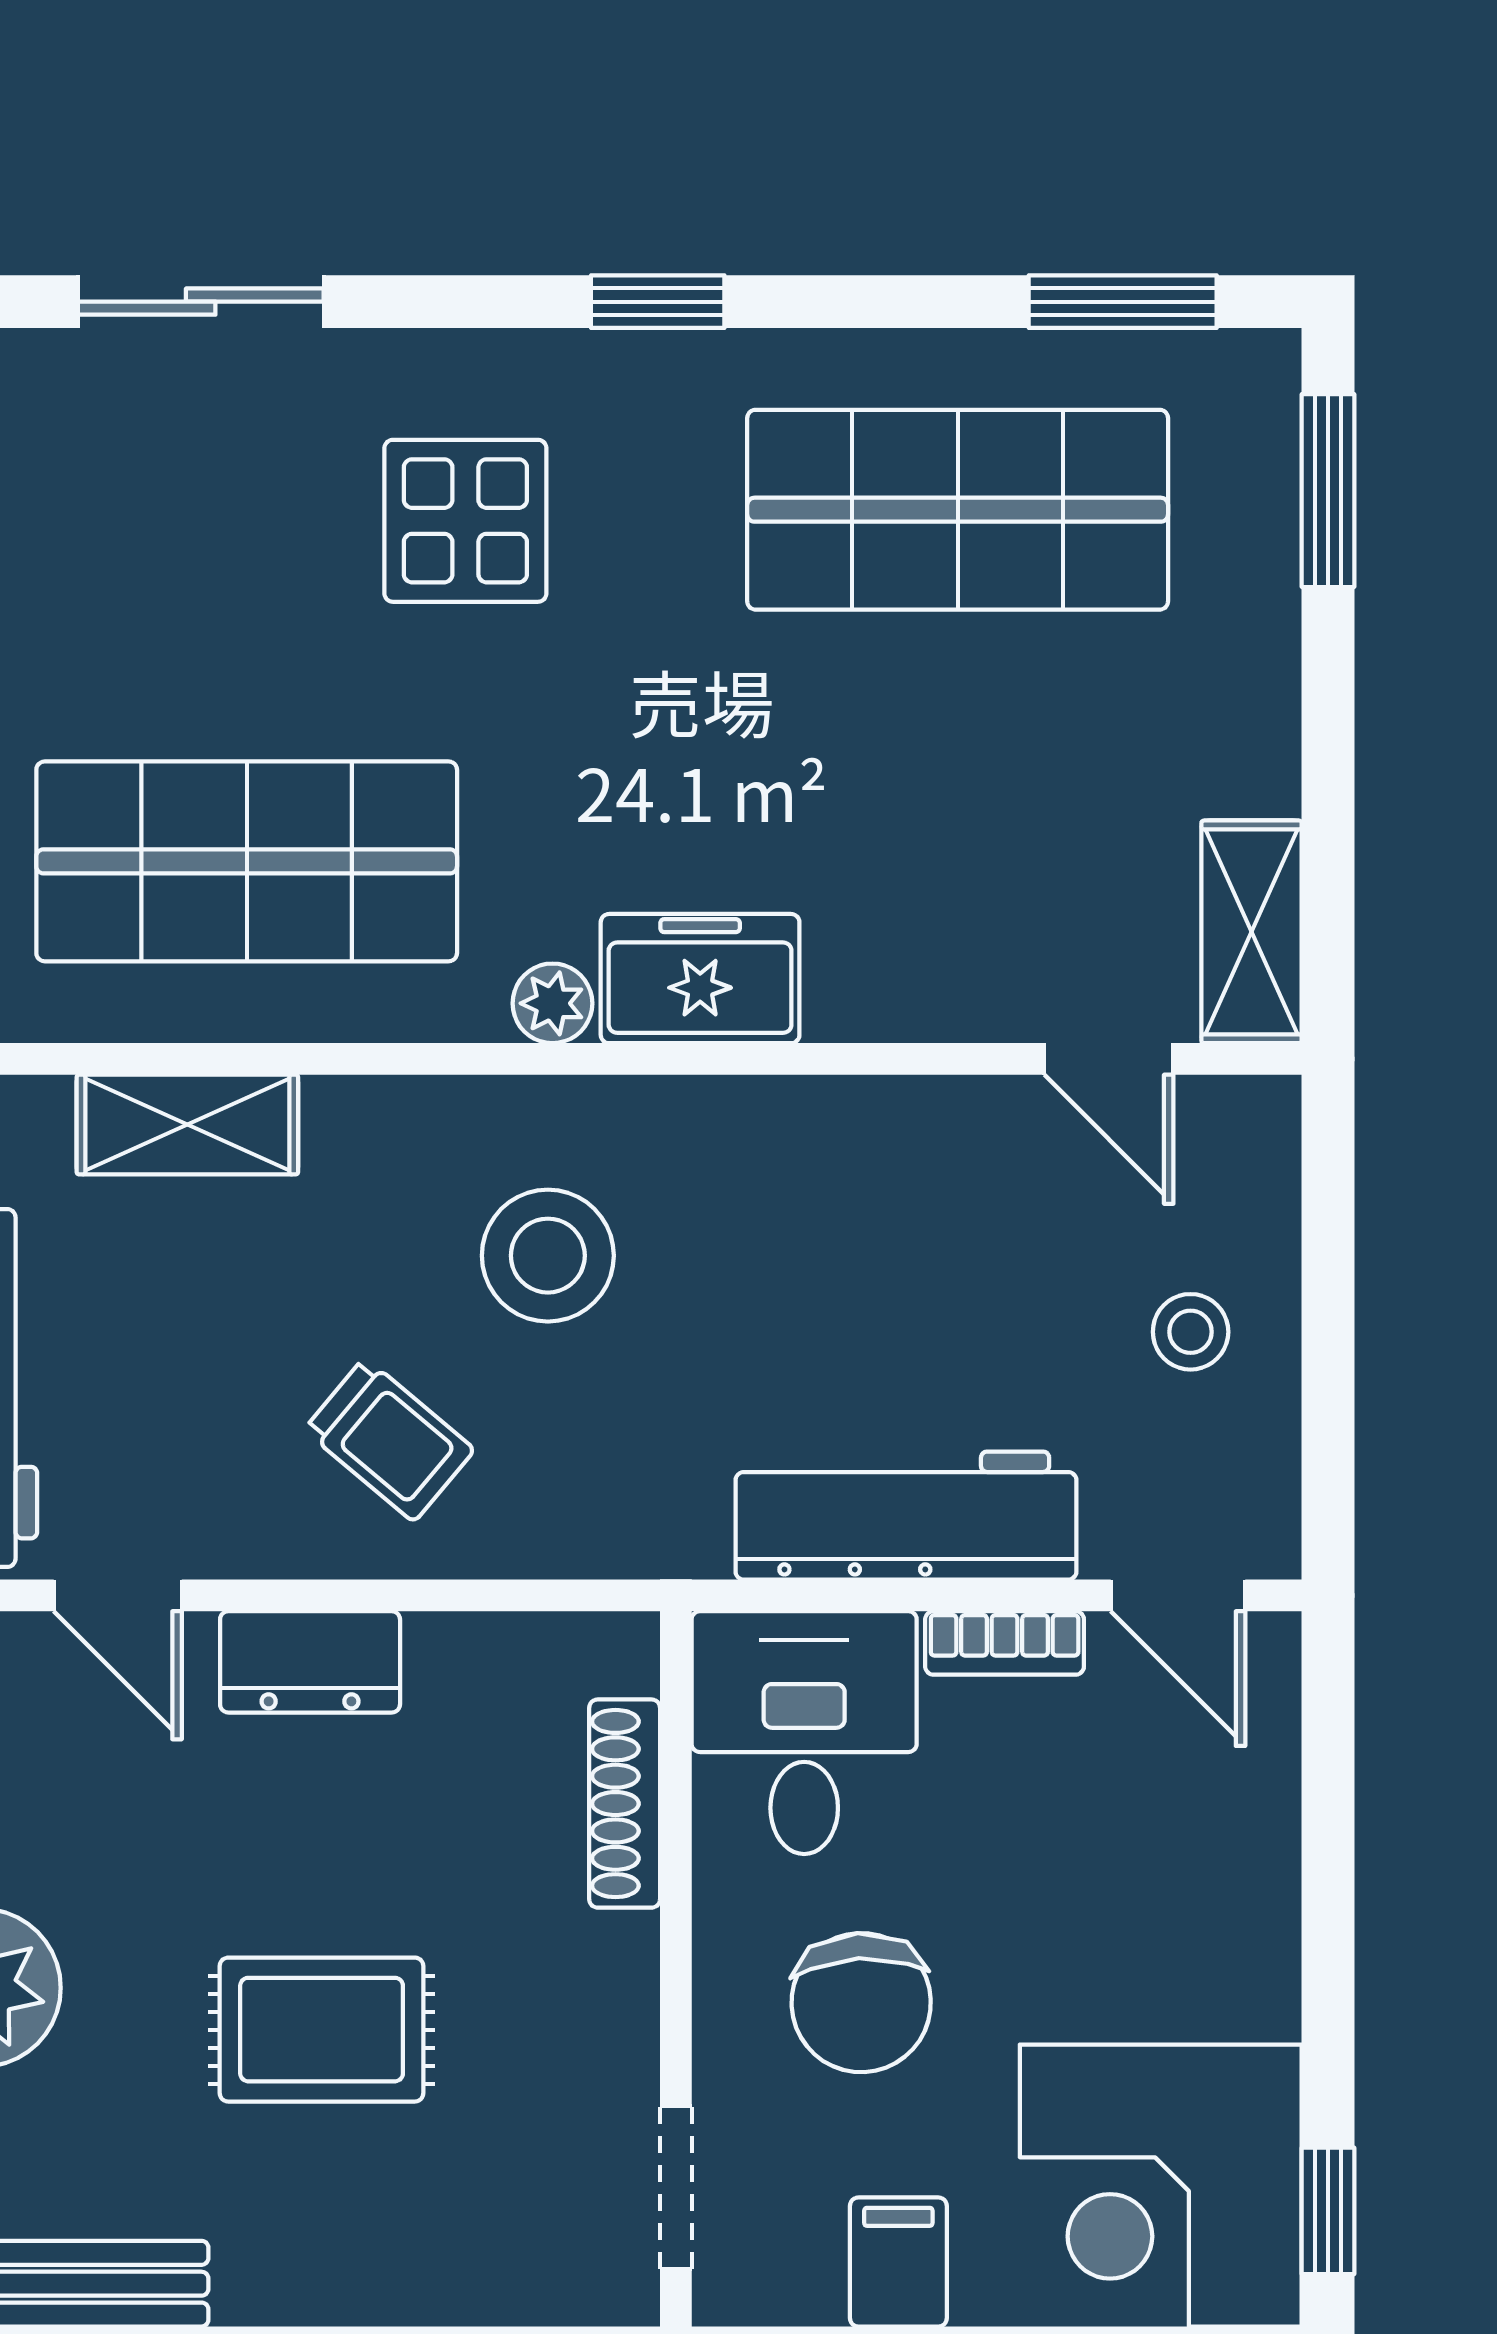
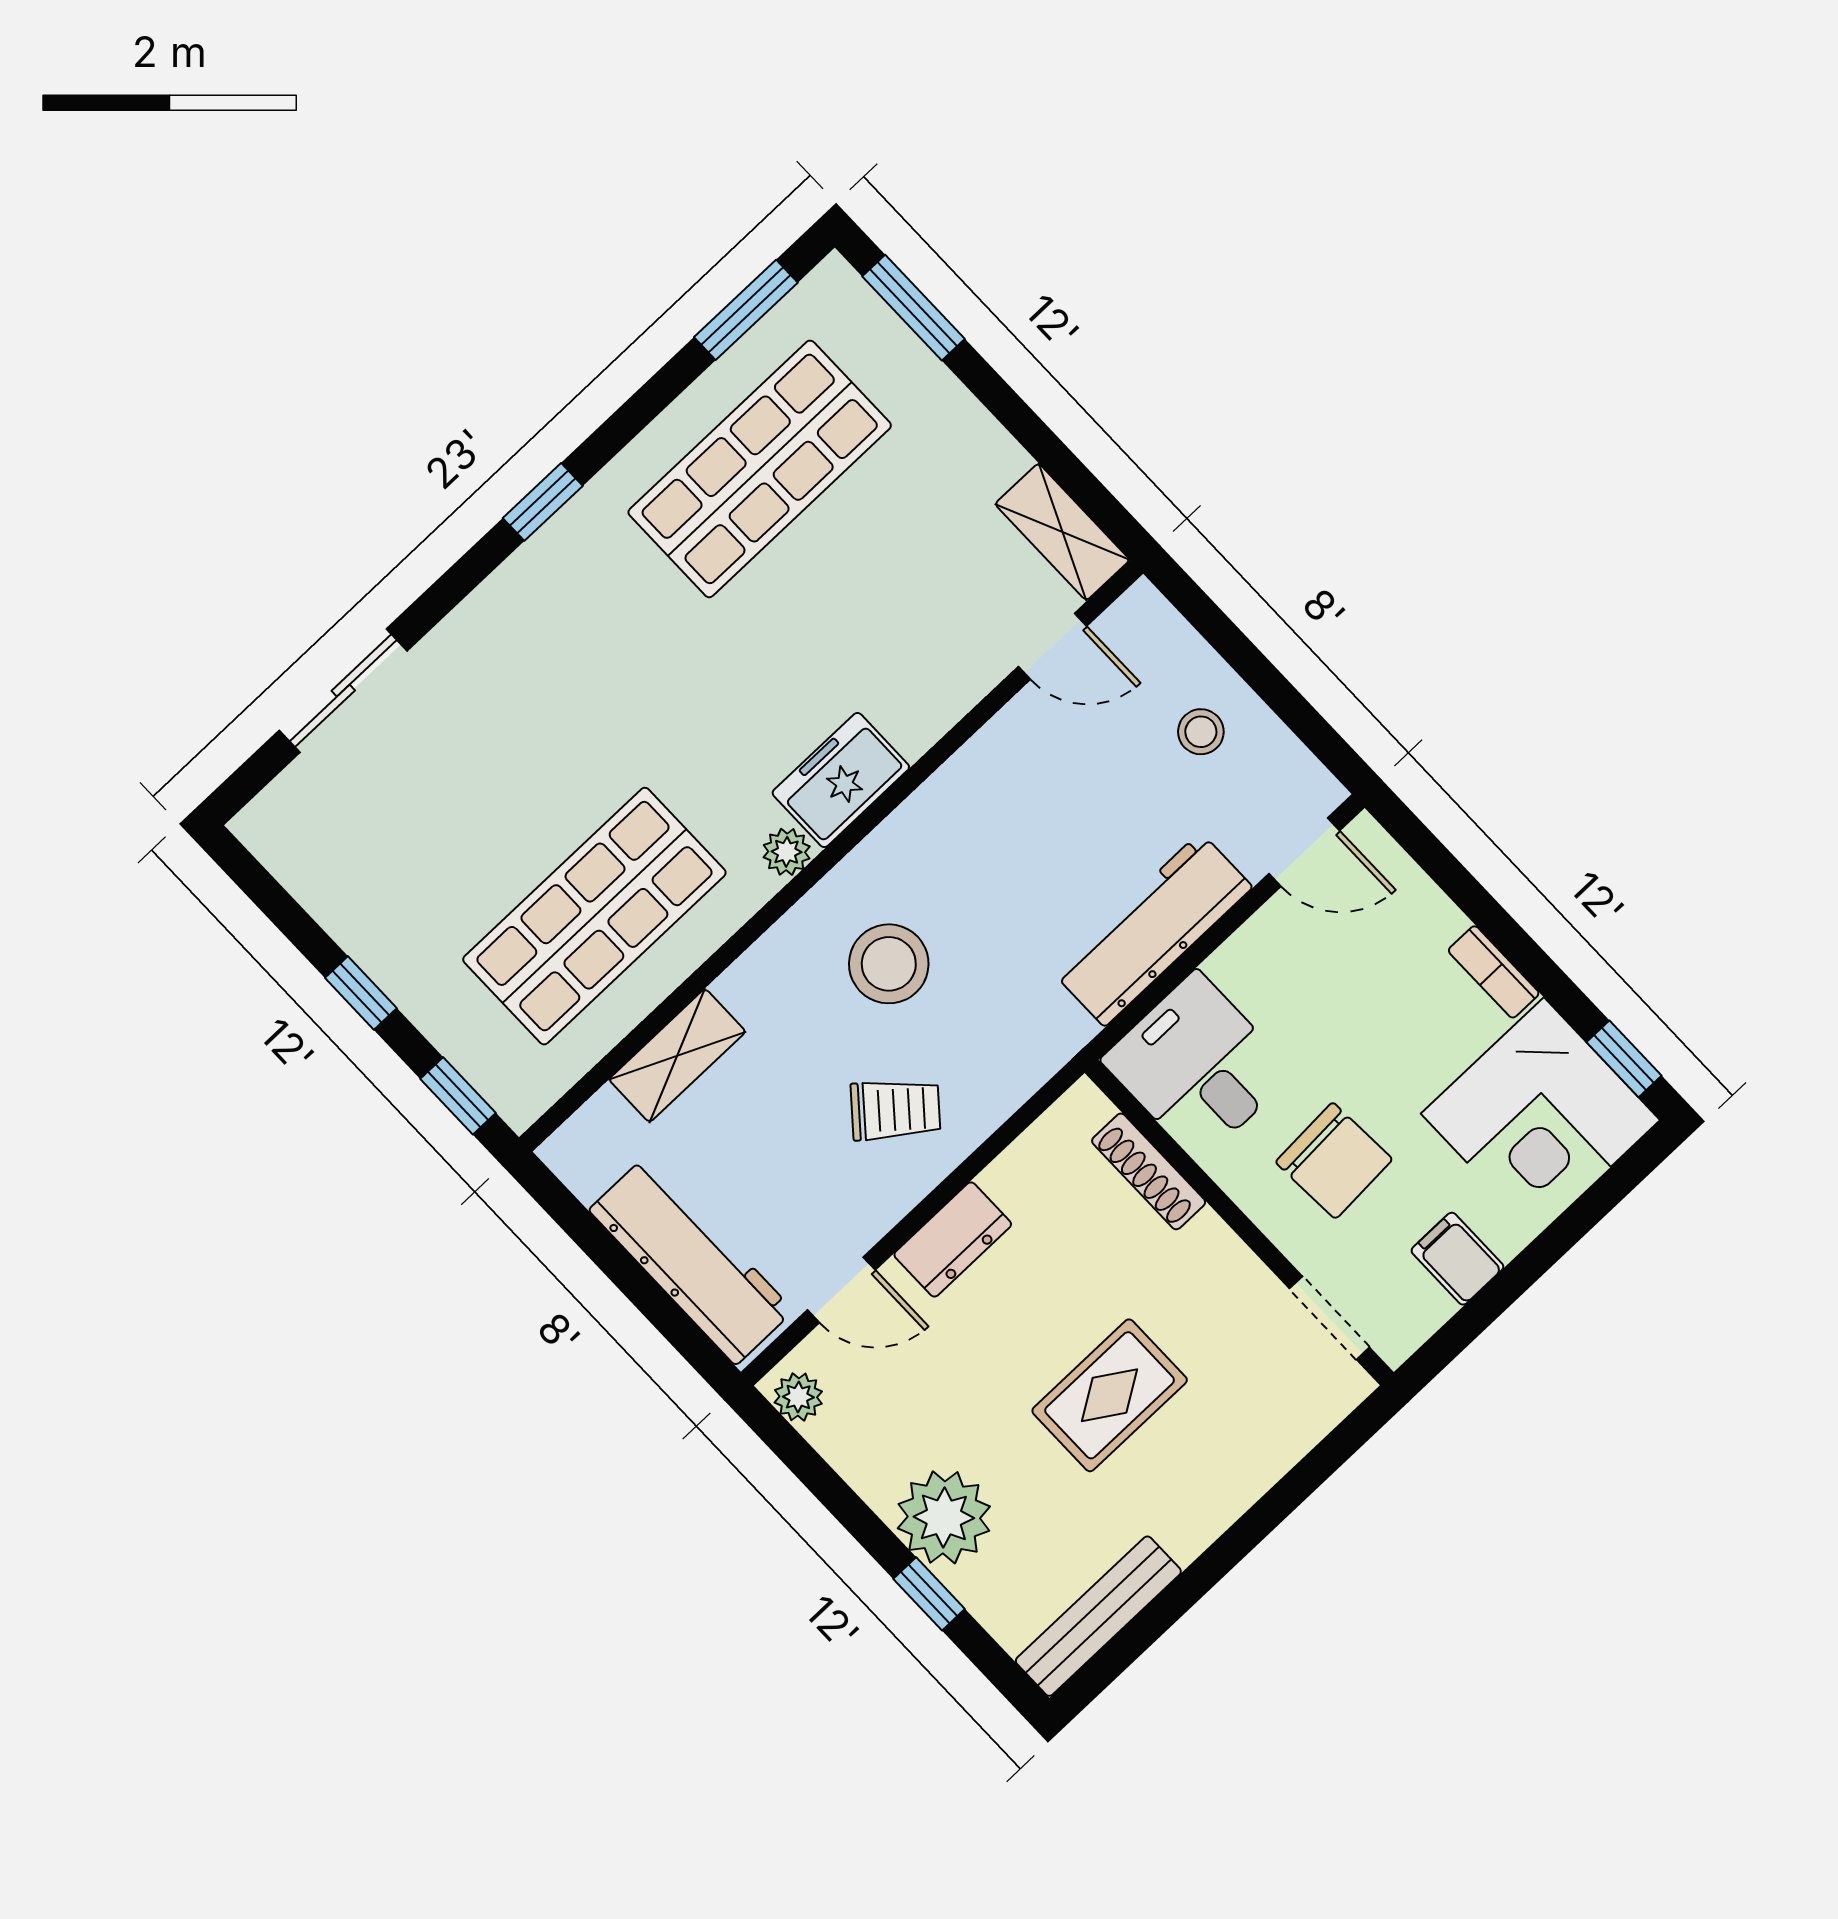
display table: (465, 521) -> (549, 677), removed
bookcase: (1005, 1643) -> (1494, 972), moved, turned 90

